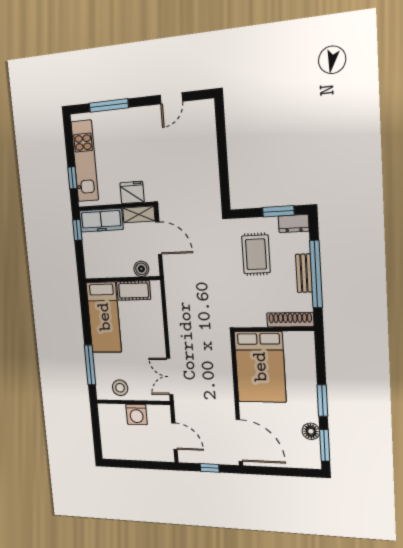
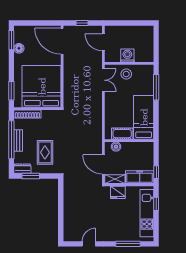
bed: (260, 367) -> (42, 86), width x1.36
stool: (120, 388) -> (126, 74), moved
window: (322, 401) -> (11, 91), moved

